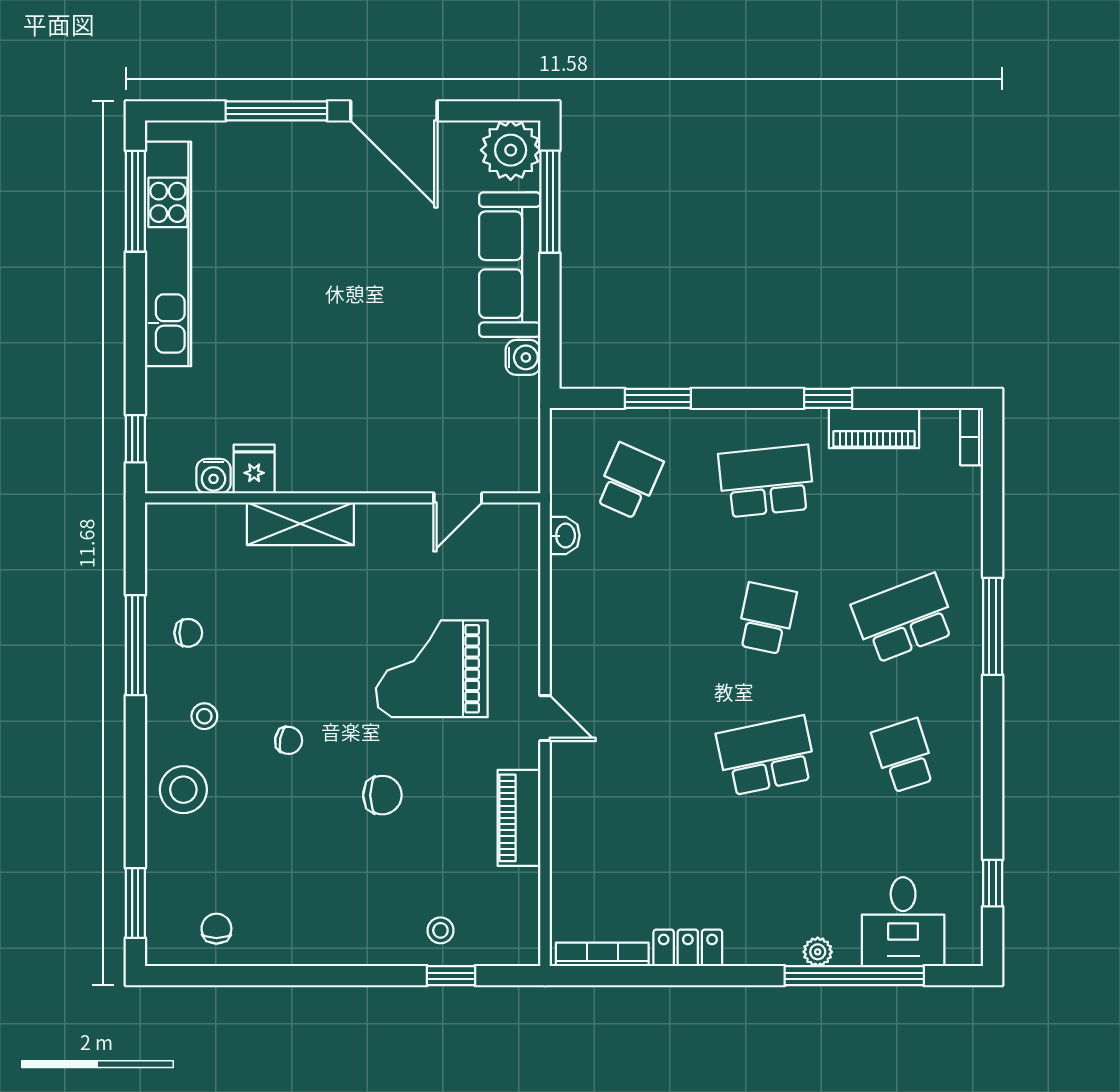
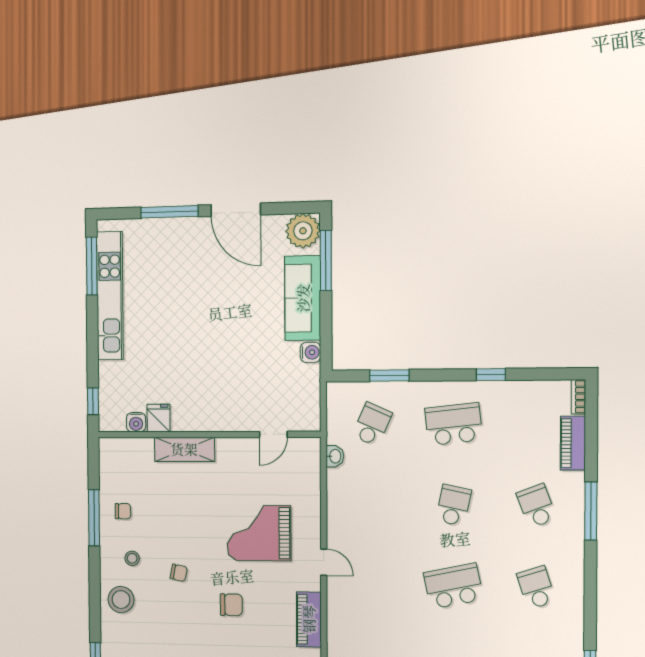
piano: (874, 428) -> (573, 443), moved, turned 90
school desk: (904, 618) -> (536, 506), width x0.54

